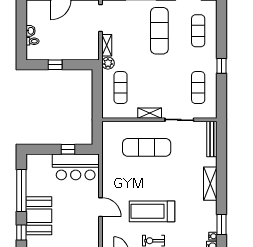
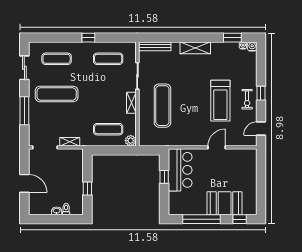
plant: (108, 63) -> (131, 141), moved

